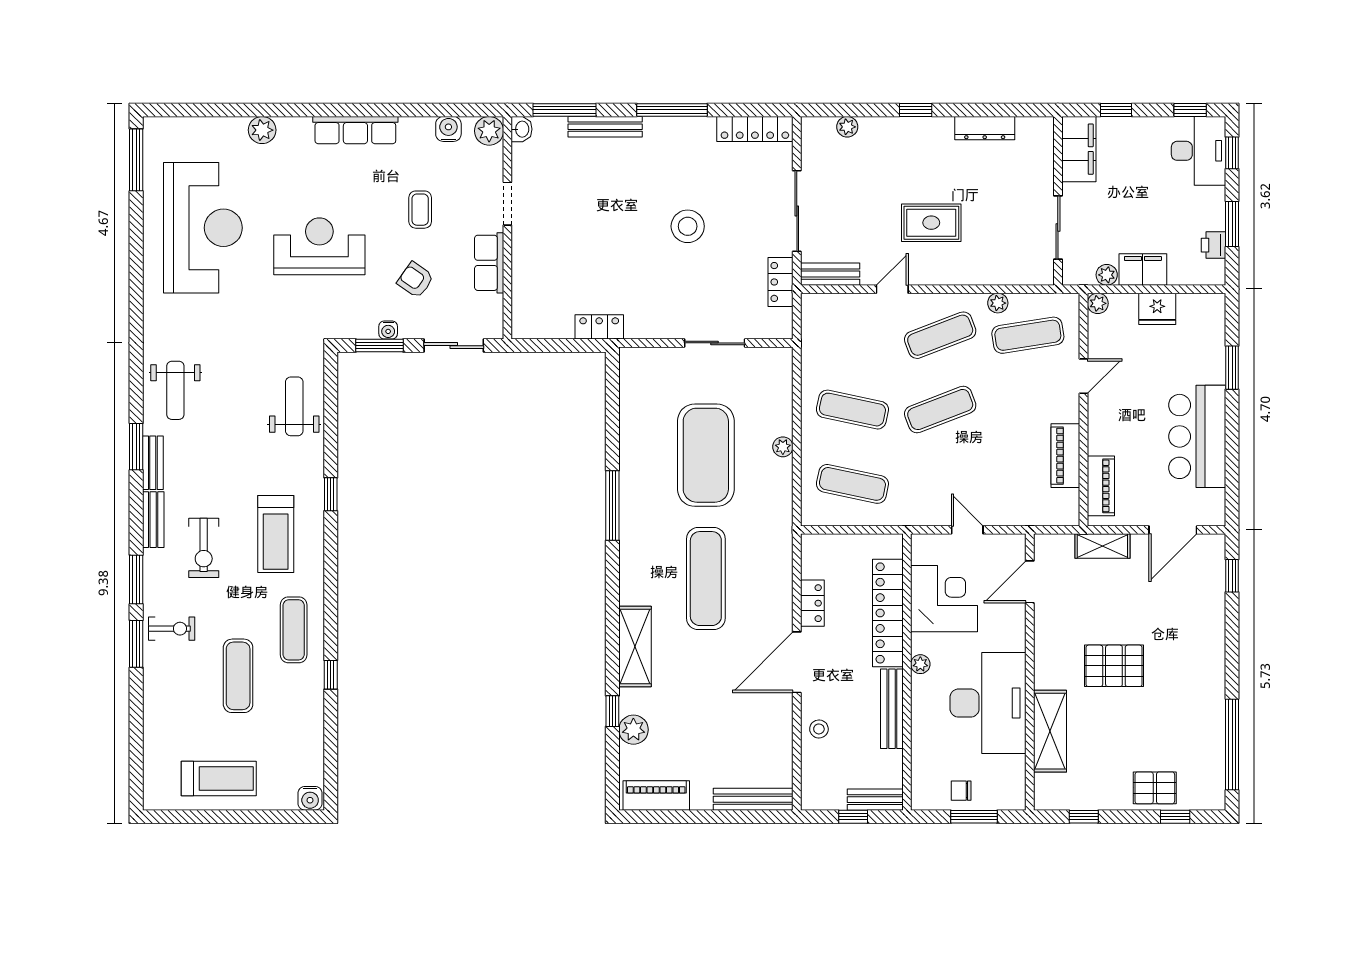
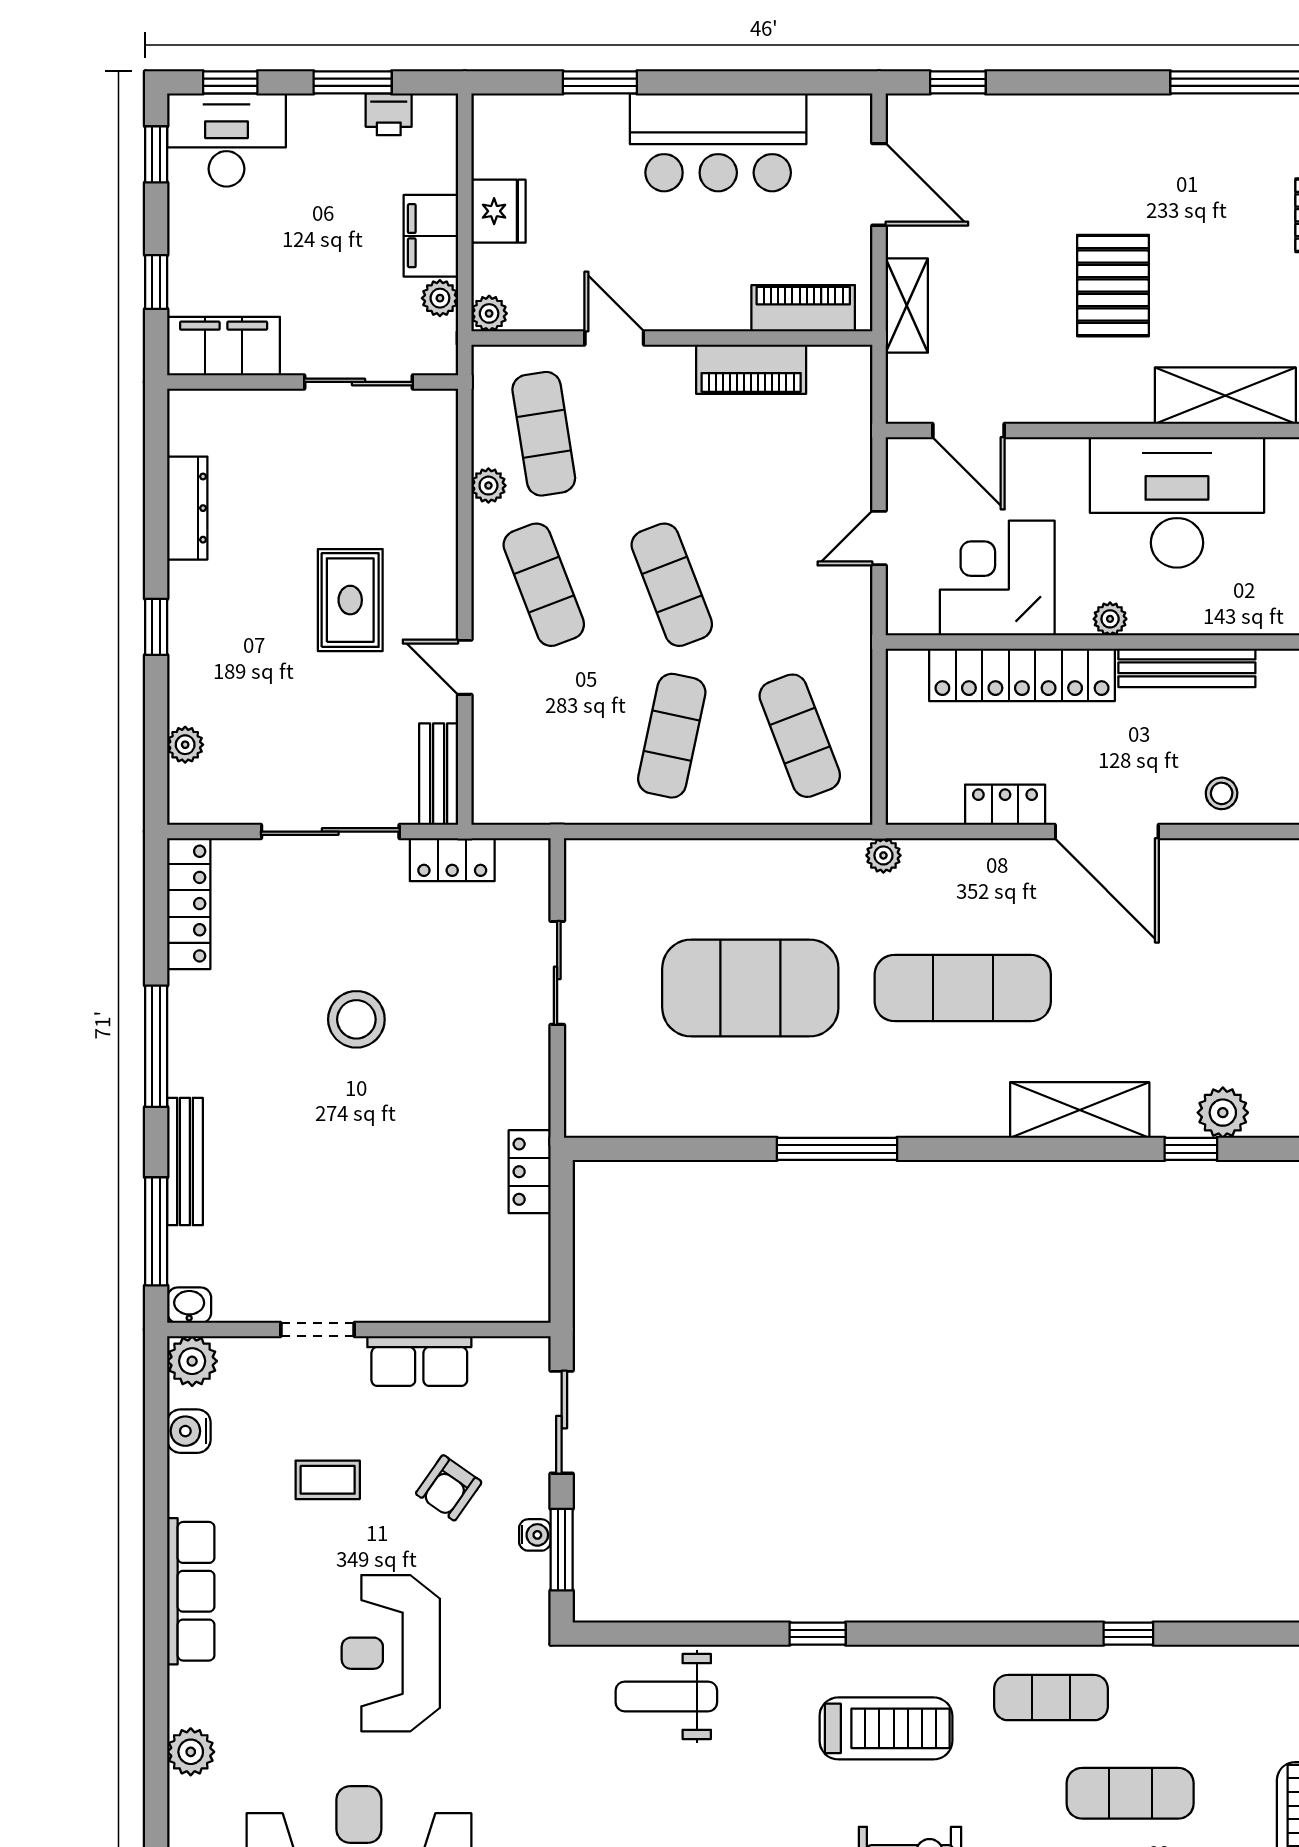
plant: (783, 447) -> (883, 855), moved
exercise mat: (852, 484) -> (800, 736), turned -33

